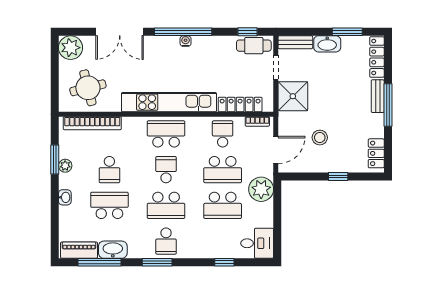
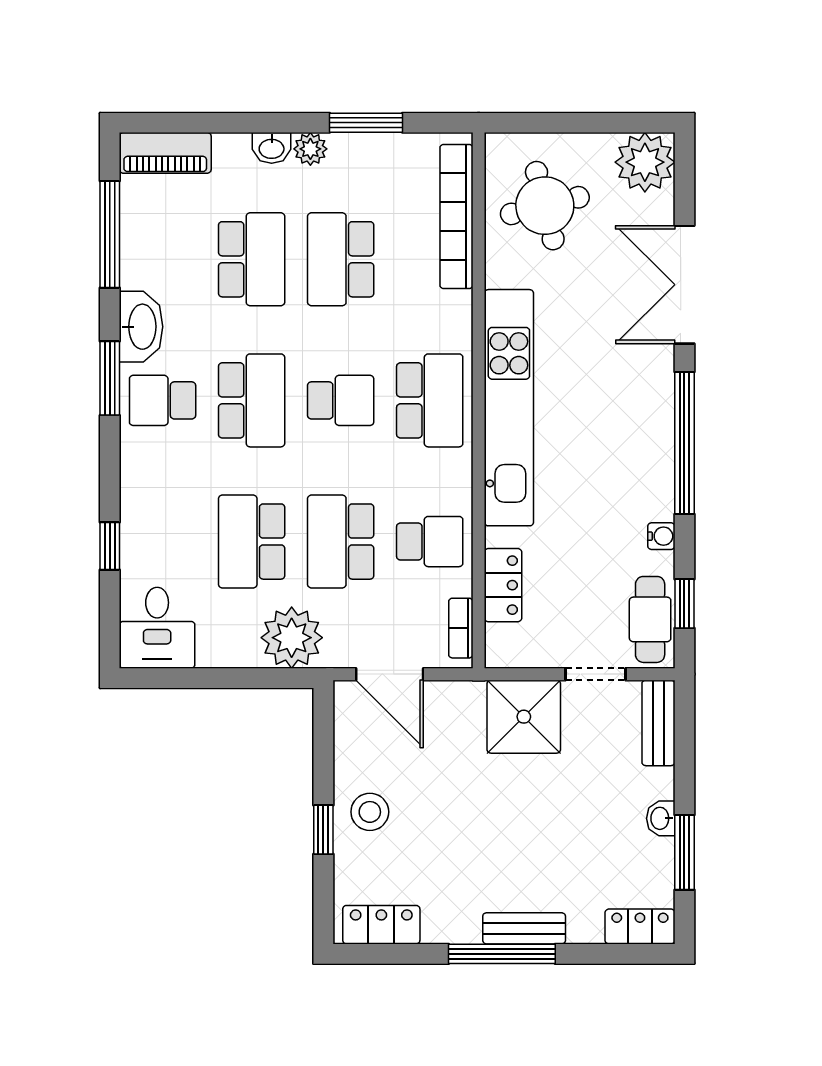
water cooler: (186, 41) -> (661, 536), moved
washbasin: (327, 44) -> (661, 818), width x0.52, depth x0.69
locker: (377, 57) -> (640, 927), width x0.66
locker: (240, 105) -> (503, 585), width x0.66
stool: (320, 138) -> (370, 812), moved
plant: (65, 166) -> (310, 149), moved
school desk: (109, 170) -> (341, 259), width x1.85
school desk: (166, 205) -> (252, 400), turned 180
piano: (79, 250) -> (165, 153), moved, turned 90
washbasin: (113, 250) -> (141, 327), moved

